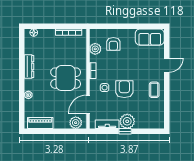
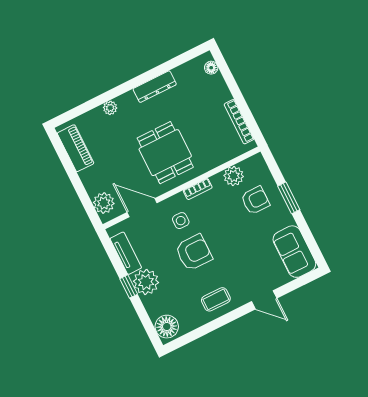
window: (121, 26) -> (289, 198), added
armchair: (113, 44) -> (255, 200), turned 180
floor lamp: (155, 122) -> (167, 327), added

